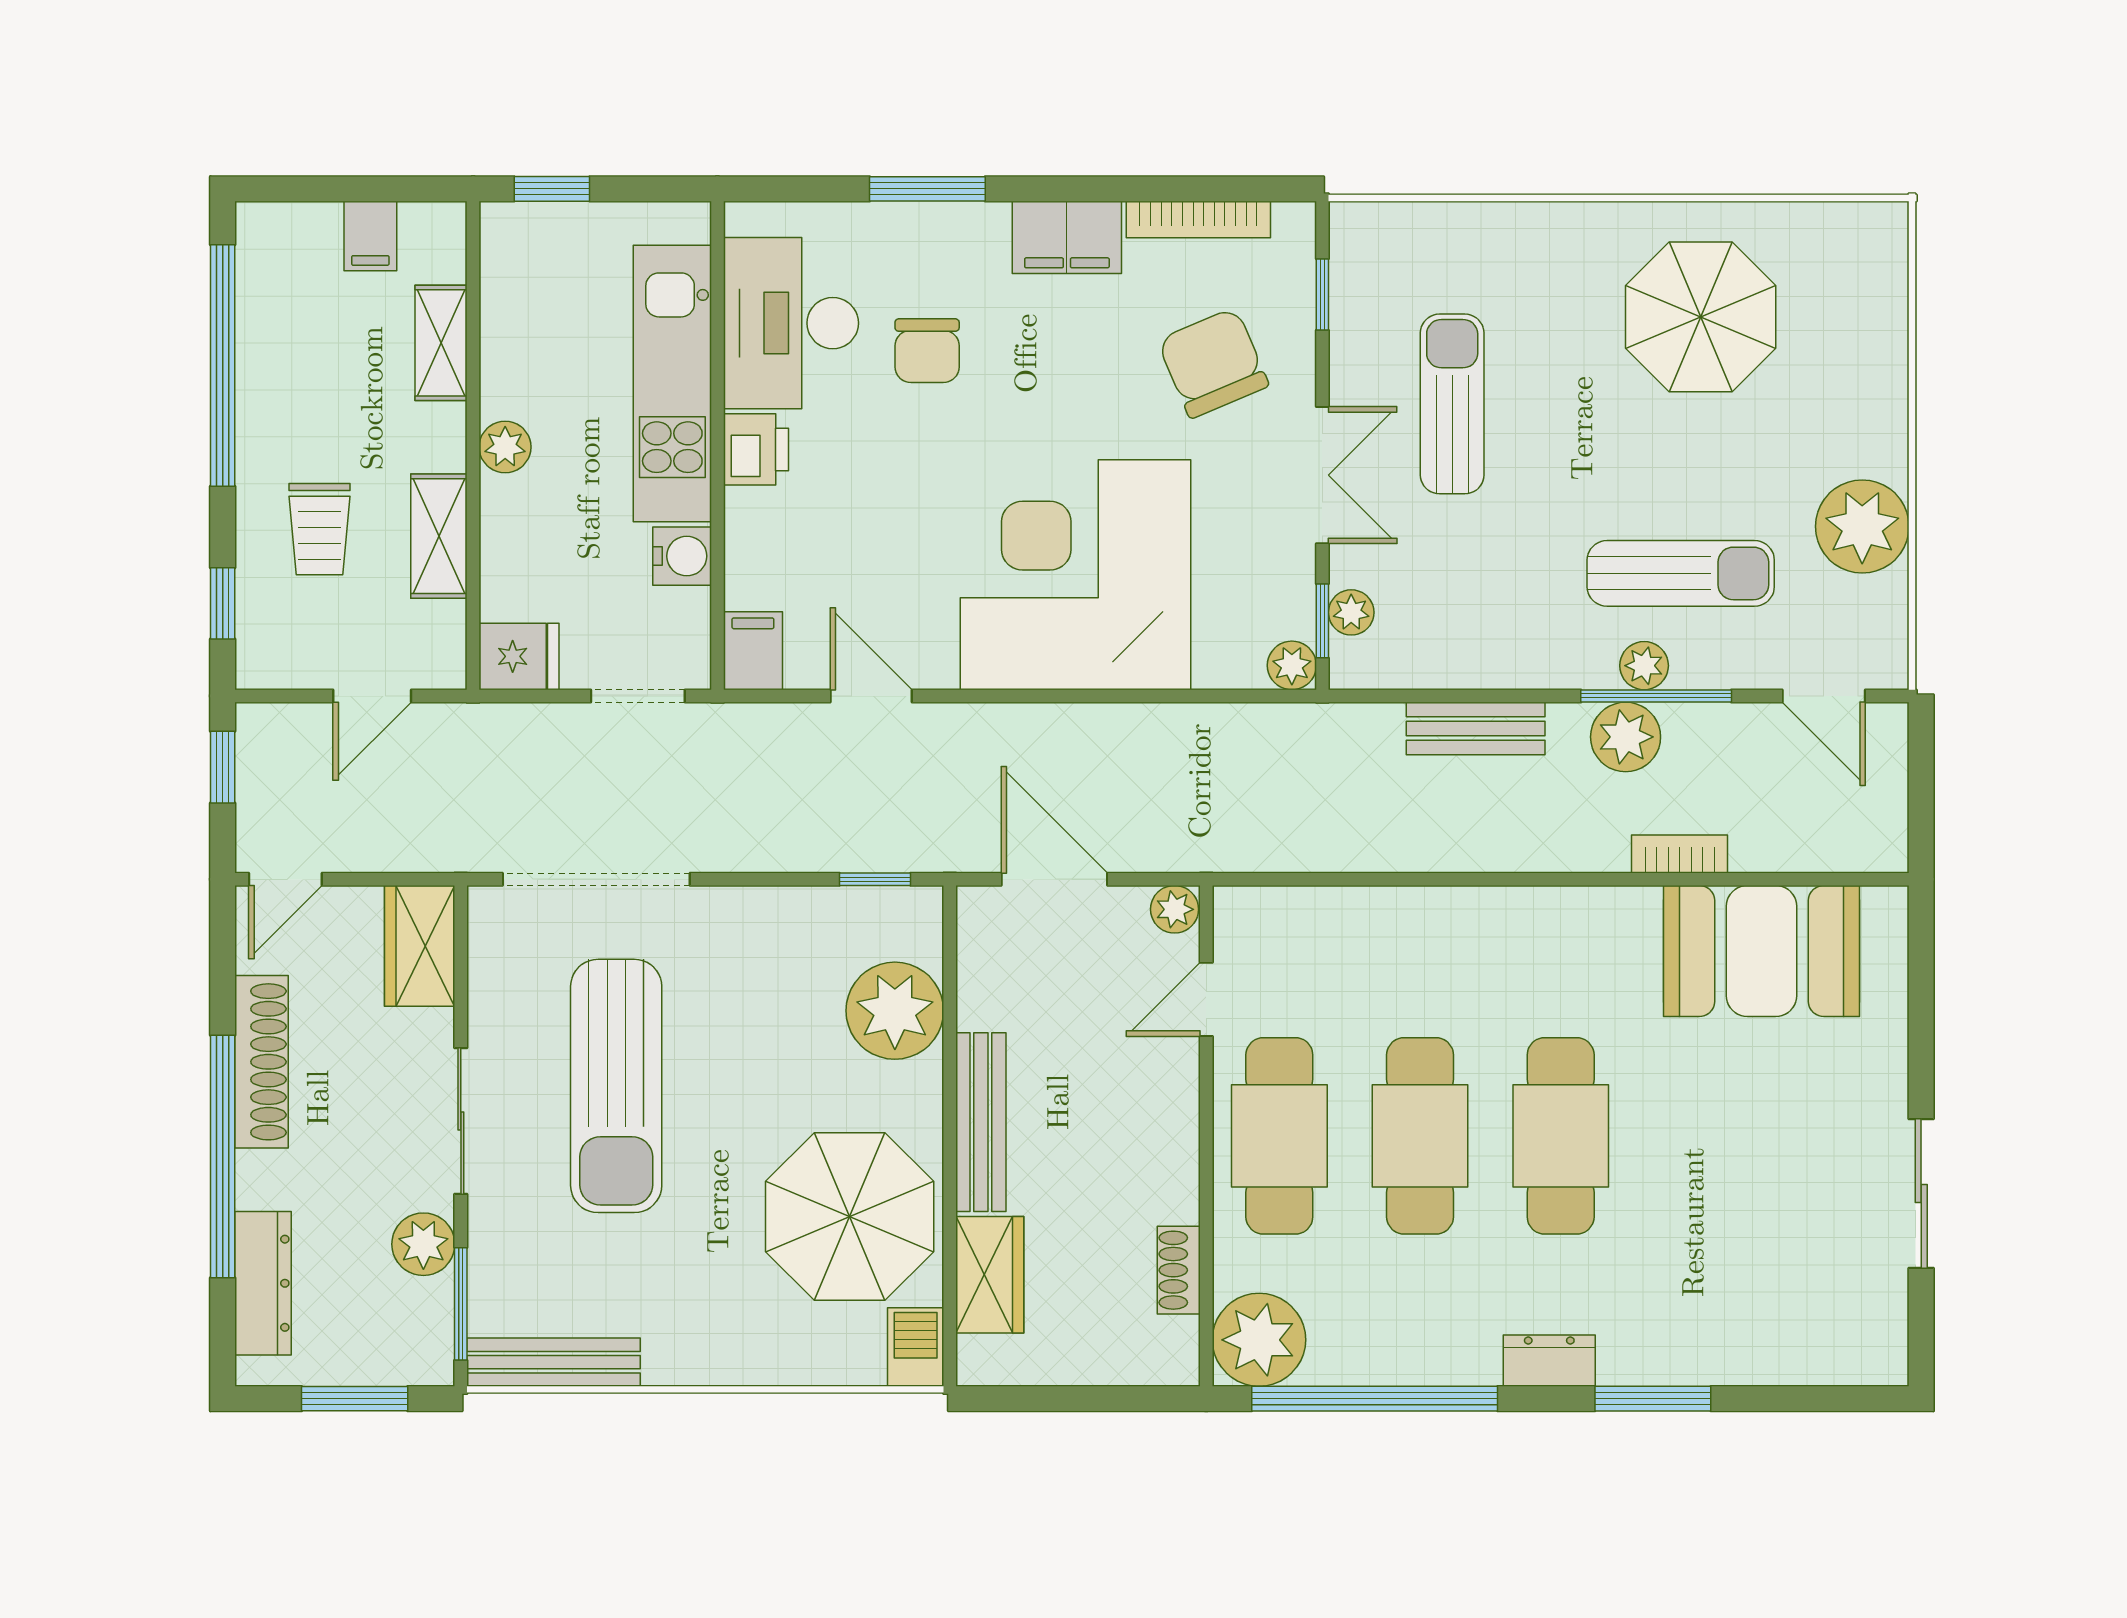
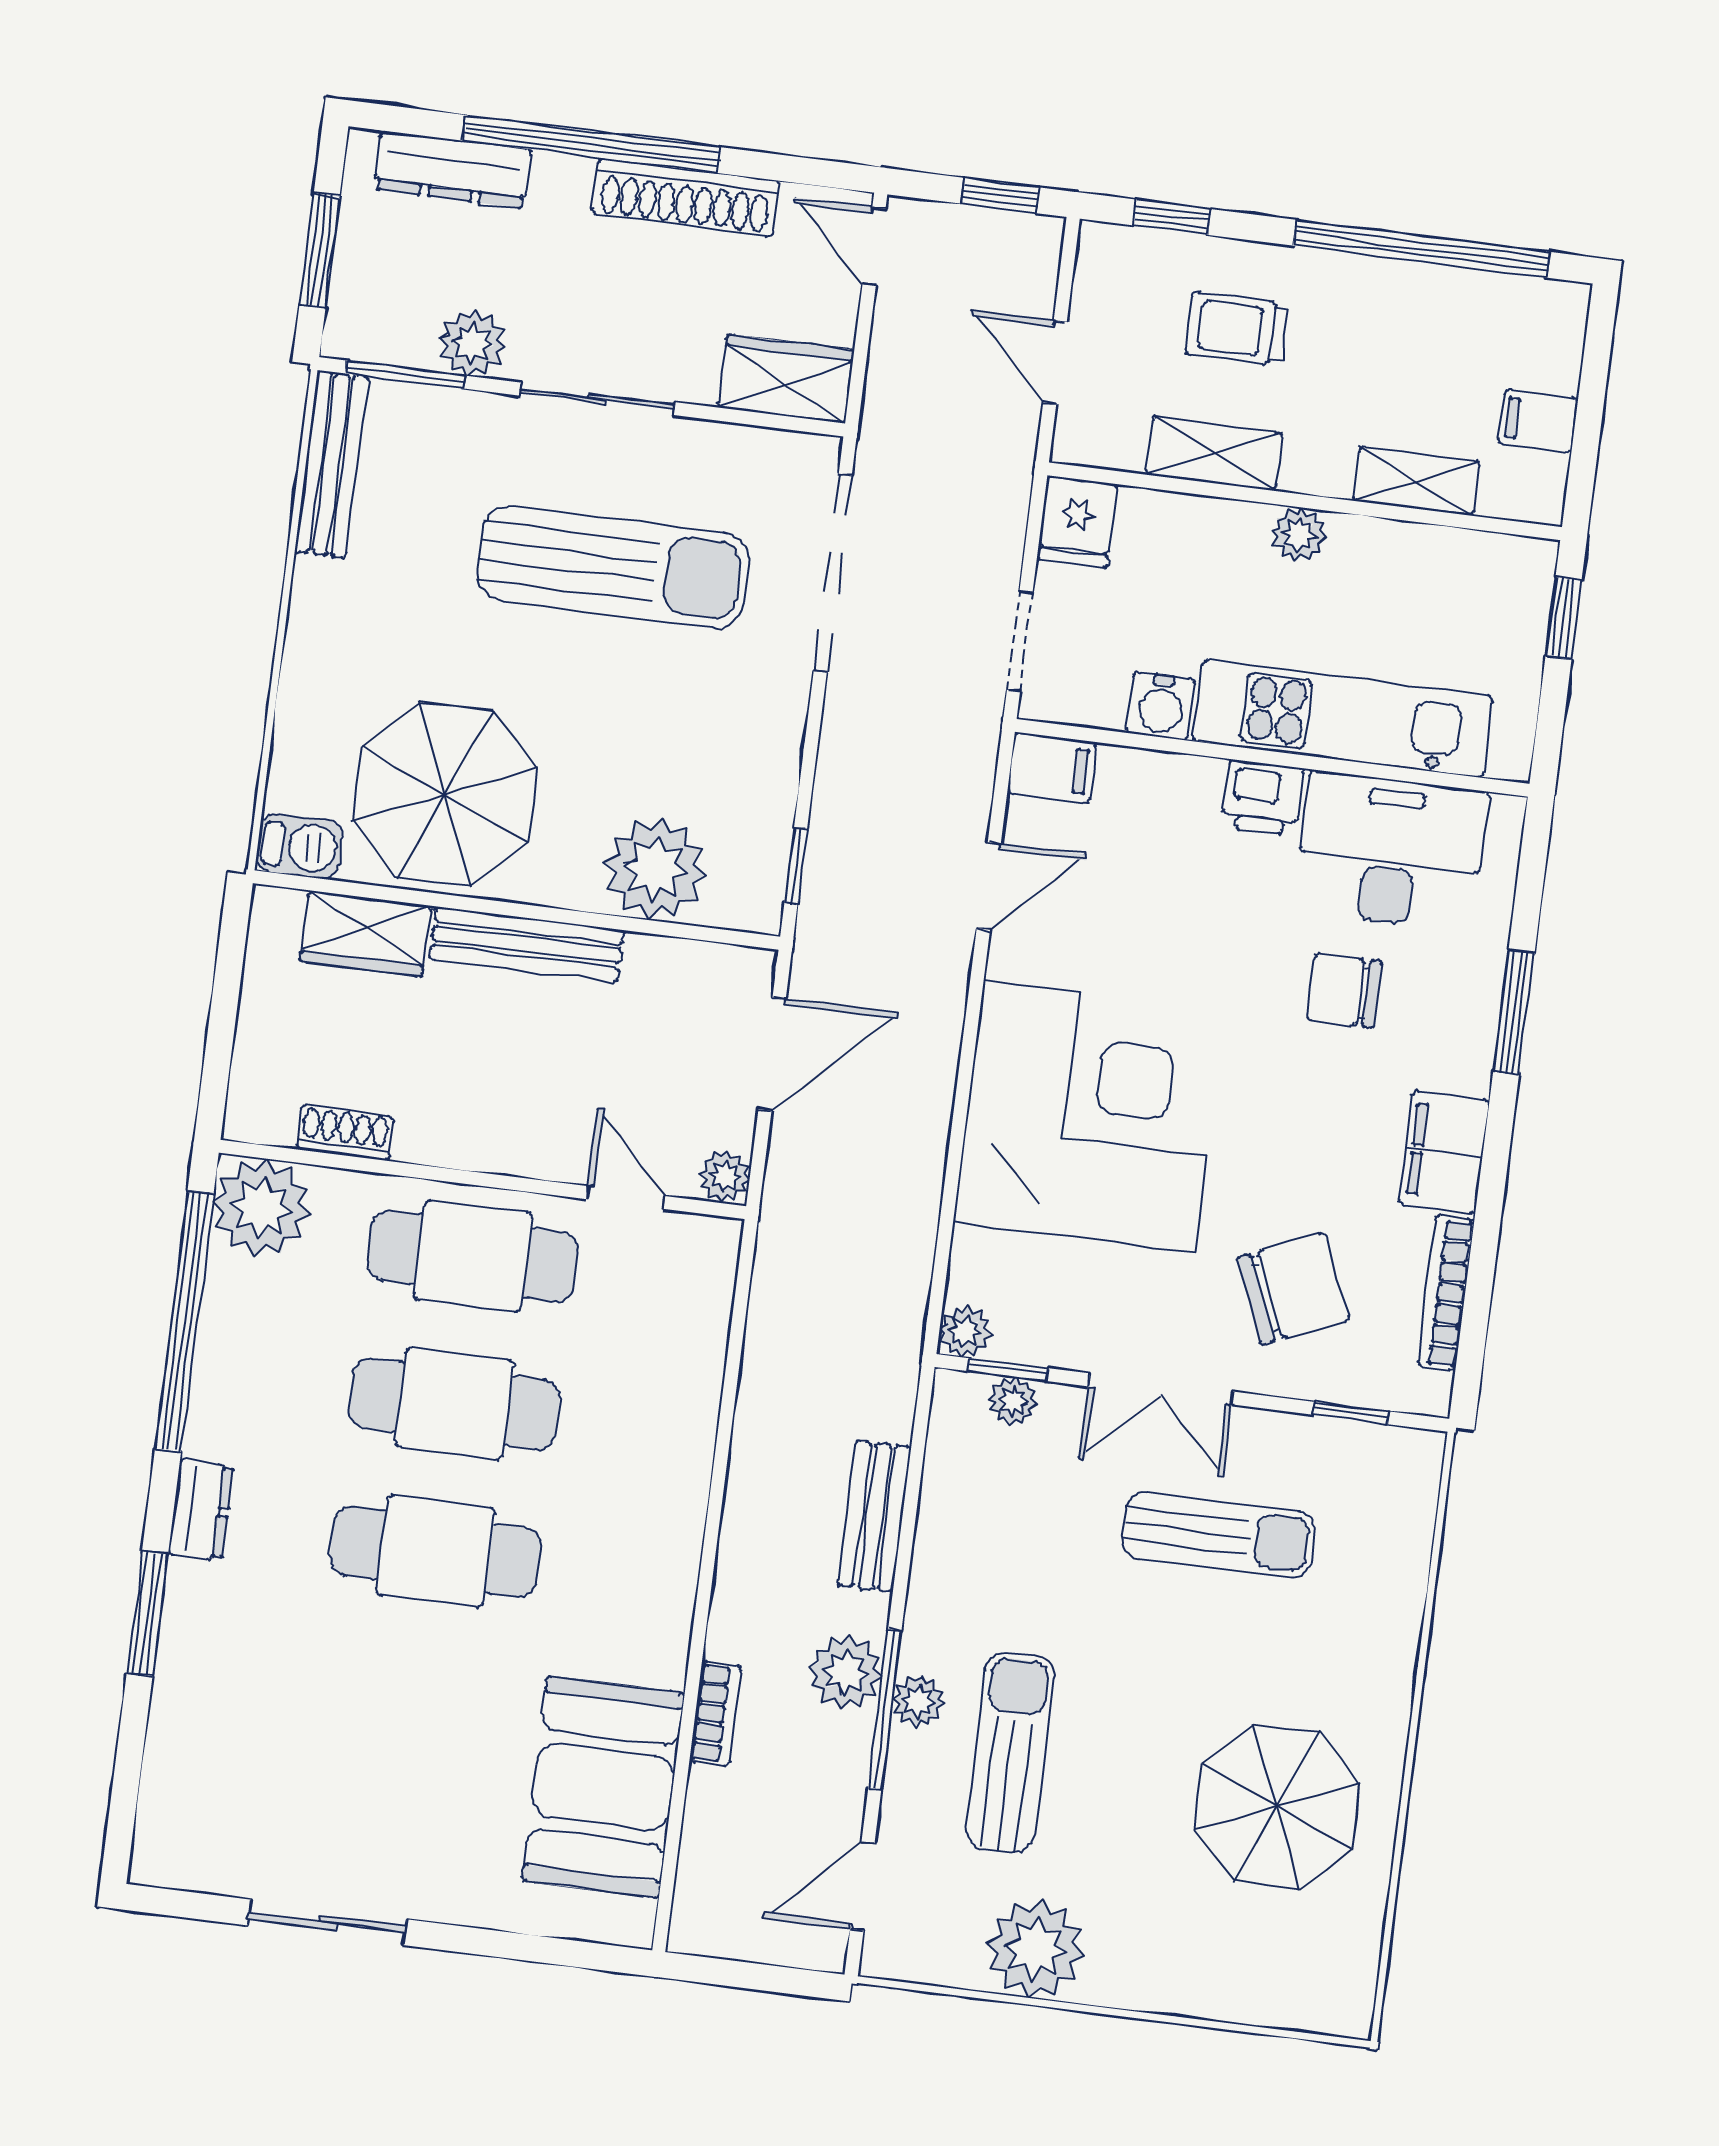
sun lounger: (1681, 573) -> (1010, 1752), turned 180
sun lounger: (616, 1086) -> (613, 567), turned 180

